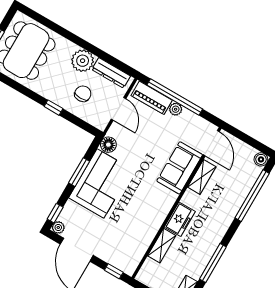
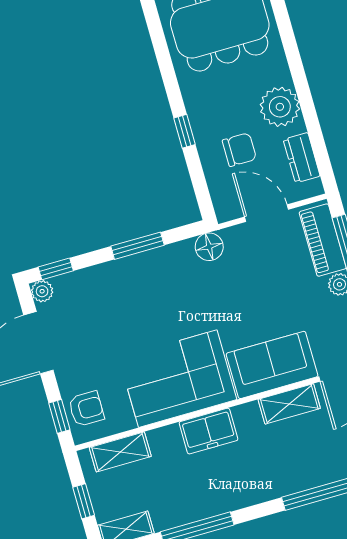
dresser: (111, 73) -> (302, 158), width x0.70
door: (119, 109) -> (267, 213), swing flipped
corner sofa: (100, 183) -> (178, 379), moved, turned 180
shelving: (162, 246) -> (120, 452), moved
armchair: (122, 258) -> (86, 409), added

